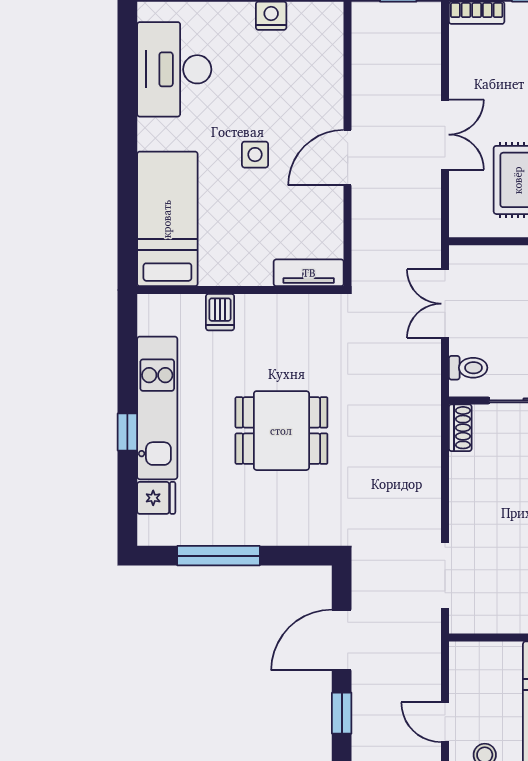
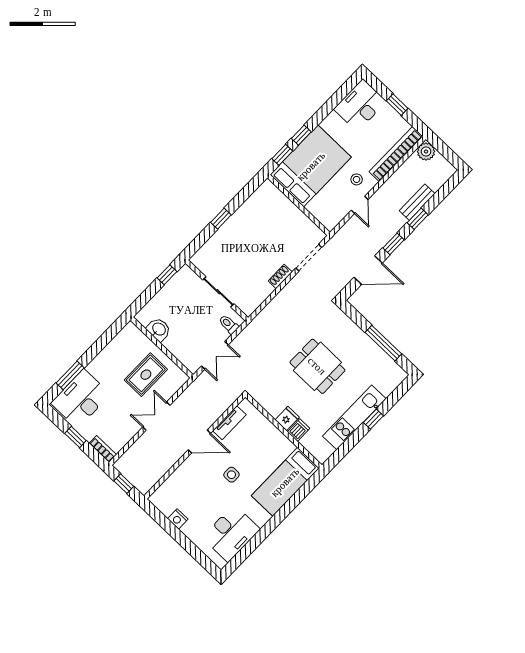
tv unit: (309, 273) -> (229, 423), moved, turned -90
shoe rack: (460, 428) -> (280, 276), moved
fridge: (156, 498) -> (287, 418), moved, turned 90

